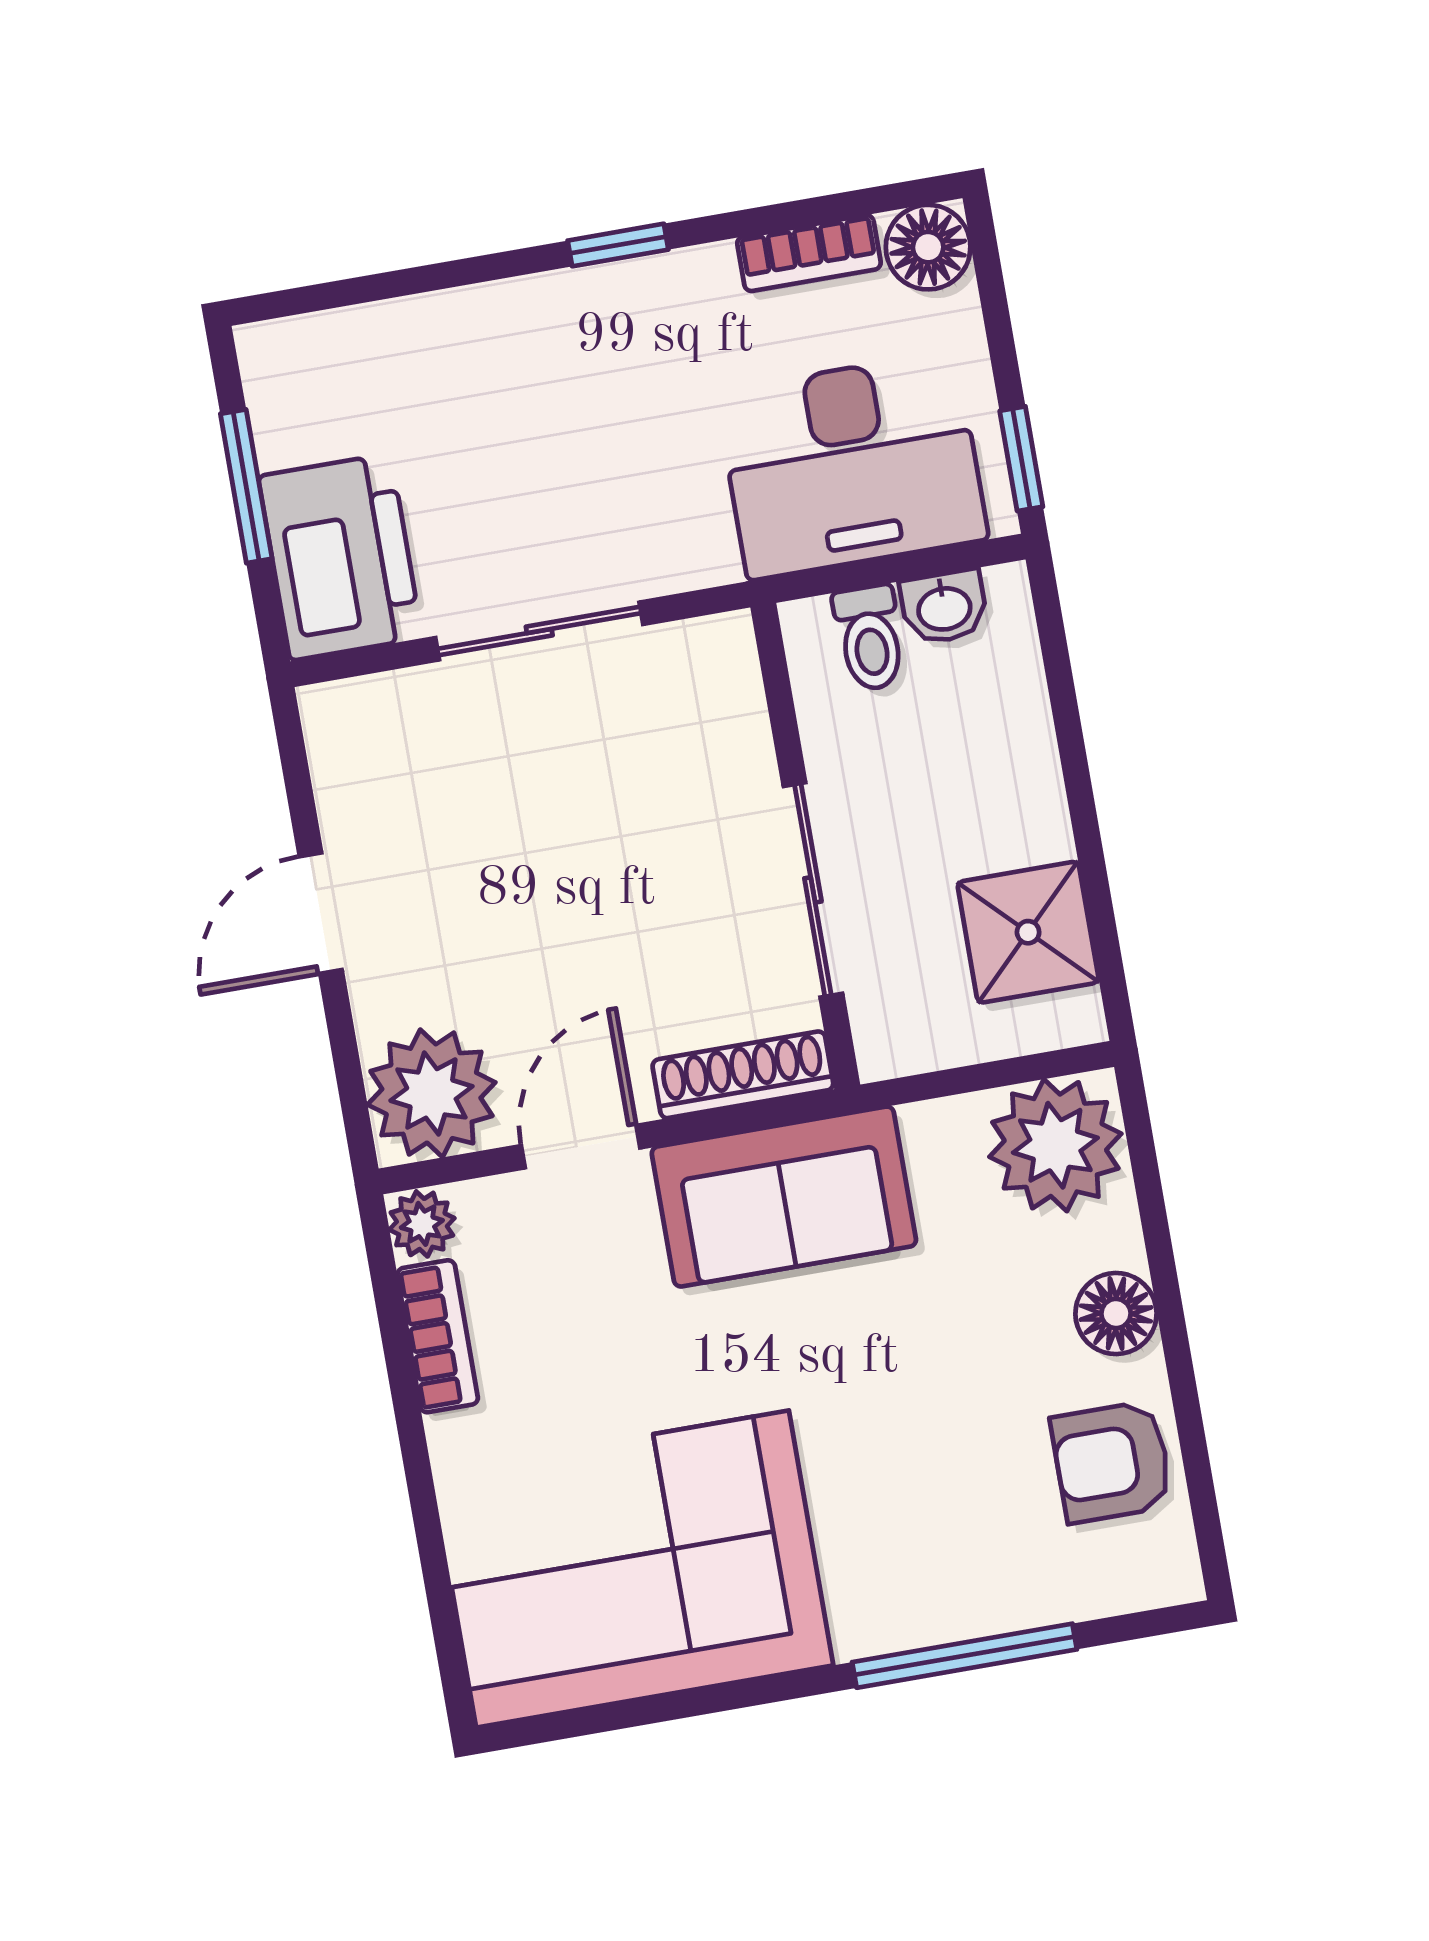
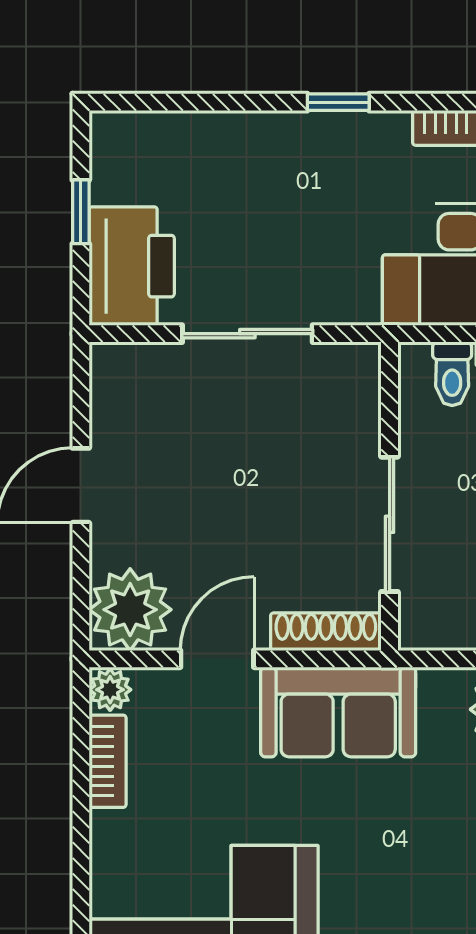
window: (246, 486) -> (81, 212), width x0.67

